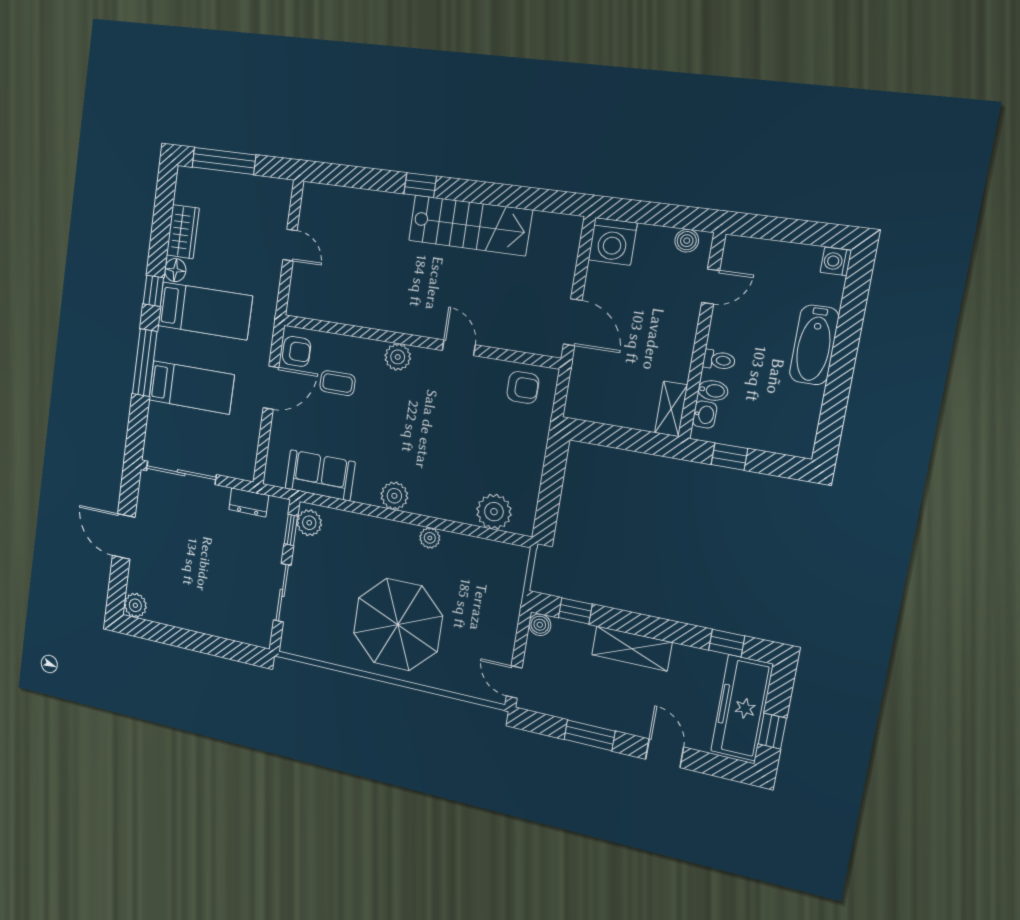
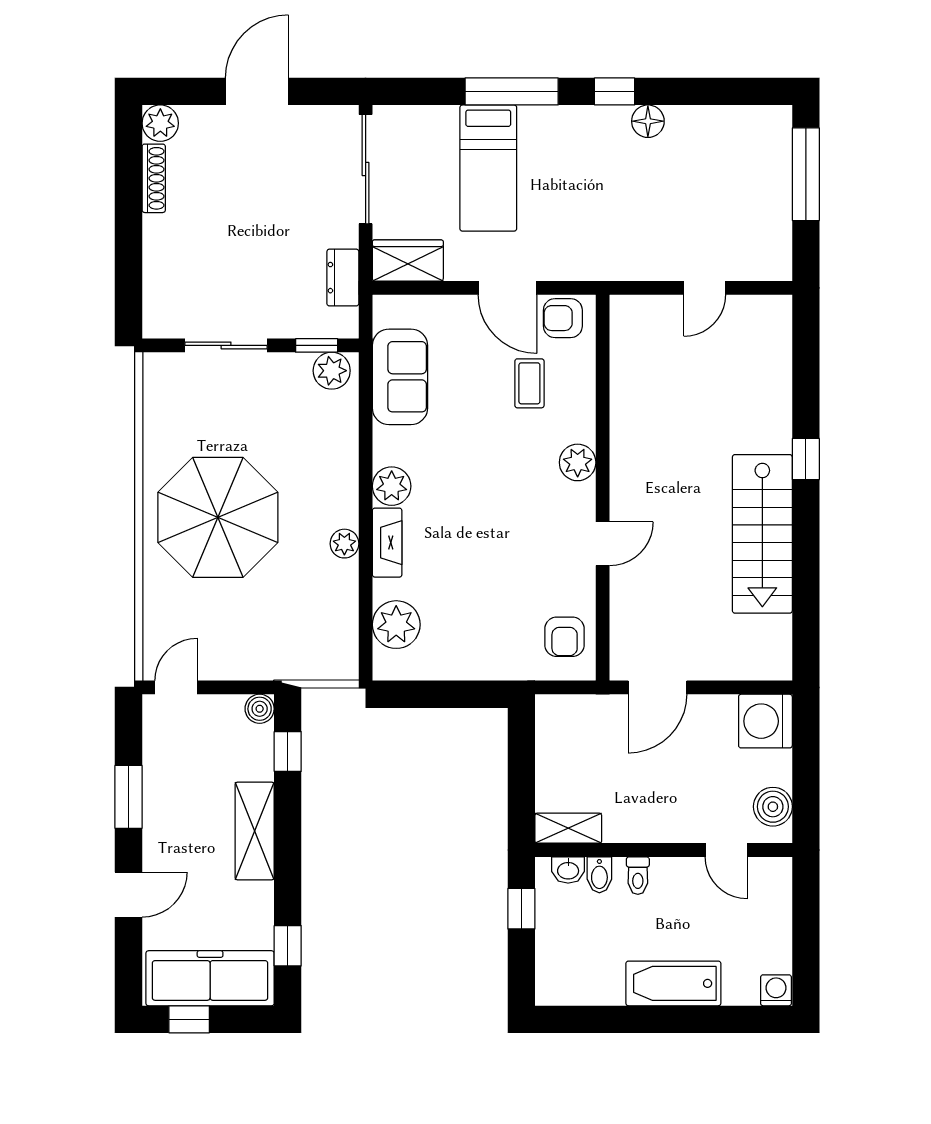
wardrobe: (183, 232) -> (408, 261), moved, turned 180
boiler: (687, 241) -> (773, 807), width x1.36, depth x1.36
bed: (205, 311) -> (598, 174), removed
armchair: (297, 351) -> (563, 318), turned 90
fireplace: (434, 507) -> (387, 543), added
shoe rack: (169, 618) -> (154, 178), added

